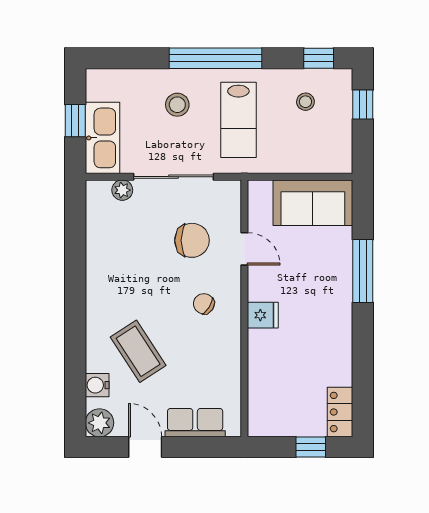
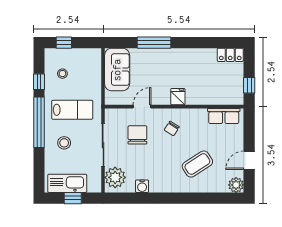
window: (319, 58) -> (39, 82), moved
kitchen sink: (102, 138) -> (67, 183), moved
plant: (122, 190) -> (115, 177), width x1.87, depth x1.87
water cooler: (97, 385) -> (142, 186), moved
row of seats: (195, 423) -> (224, 116), moved, turned -90
window: (311, 447) -> (249, 85), moved

